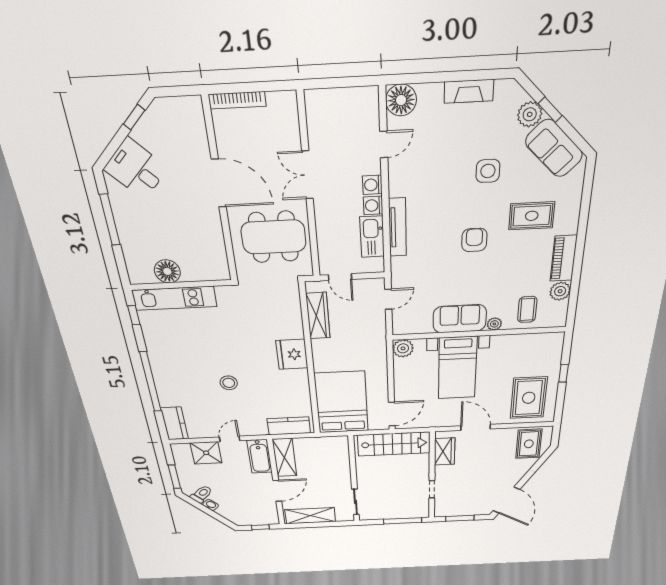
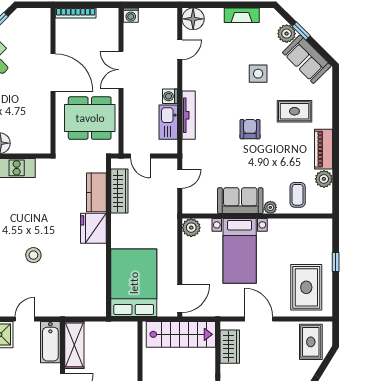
washing machine: (372, 185) -> (131, 15), moved, turned -90
kitchen counter: (289, 426) -> (96, 192), moved, turned -90

